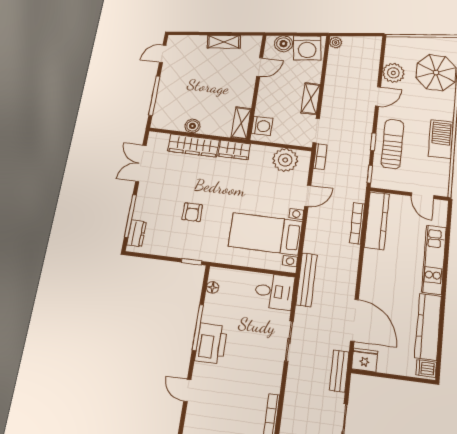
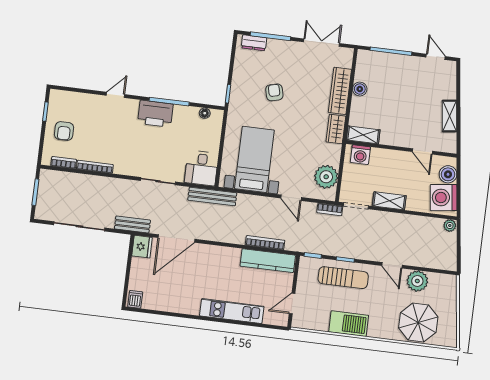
armchair: (192, 212) -> (274, 92), turned 76
kitchen counter: (428, 327) -> (171, 303), removed

